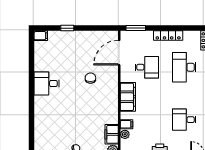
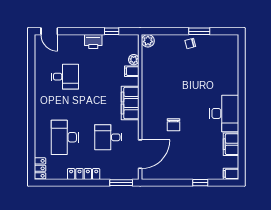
desk: (184, 67) -> (65, 137), turned 180
desk: (47, 84) -> (224, 113), width x1.37
filing cabinet: (112, 134) -> (231, 144), moved, turned 180

